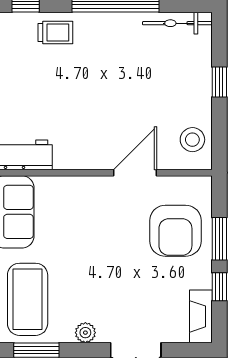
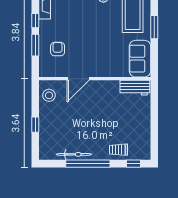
bicycle: (177, 23) -> (74, 154), moved
armchair: (175, 231) -> (58, 49), width x0.53, depth x0.53

